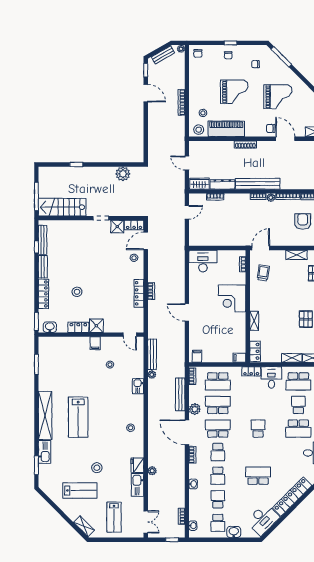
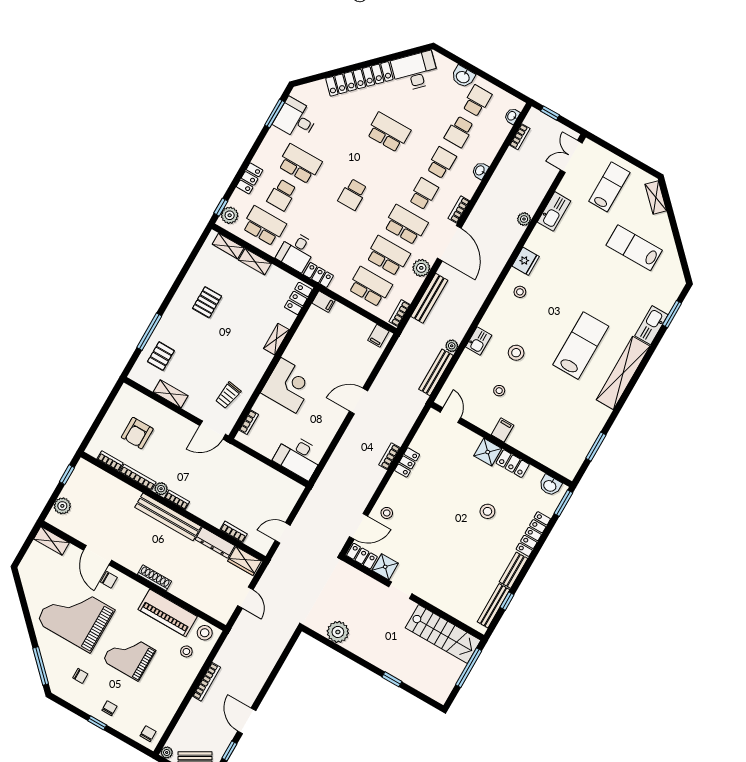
grand piano: (278, 97) -> (75, 616), width x1.37, depth x1.48
locker: (139, 293) -> (407, 462), width x0.66
door: (187, 312) -> (358, 401), swing flipped
school desk: (218, 405) -> (388, 256), turned 180
school desk: (218, 429) -> (406, 225), turned 180
fridge: (137, 465) -> (526, 261), moved
stool: (97, 468) -> (516, 353), moved
school desk: (258, 476) -> (388, 132), turned 180

